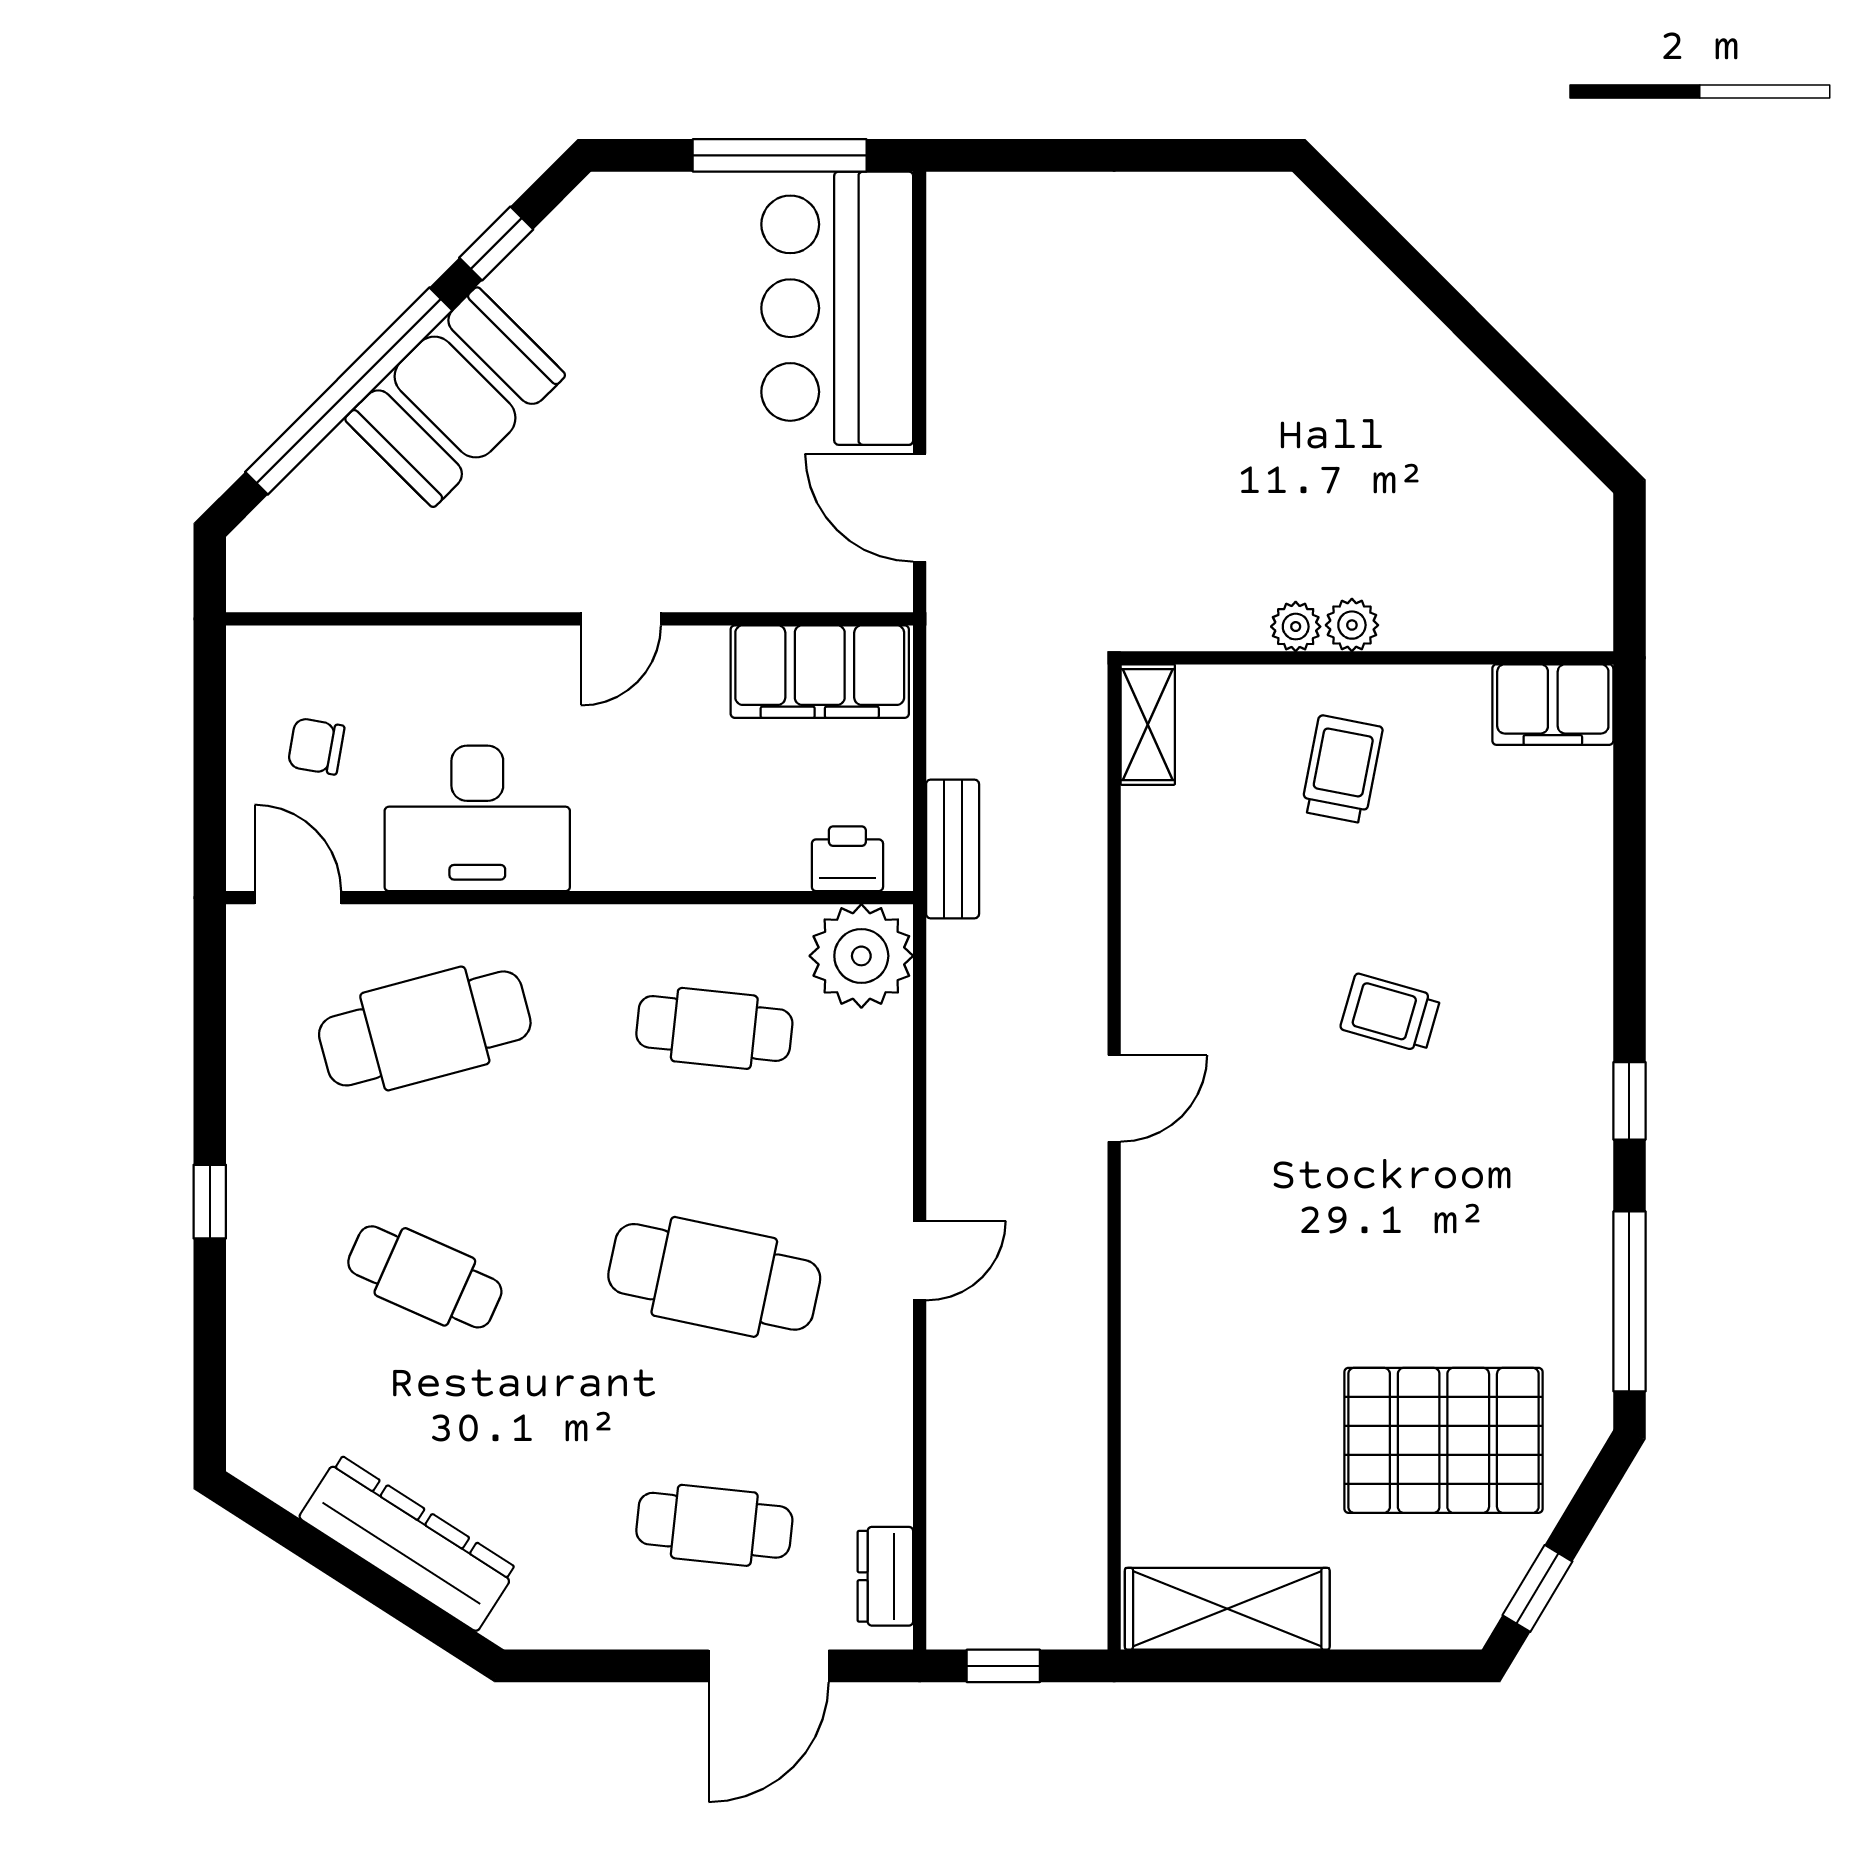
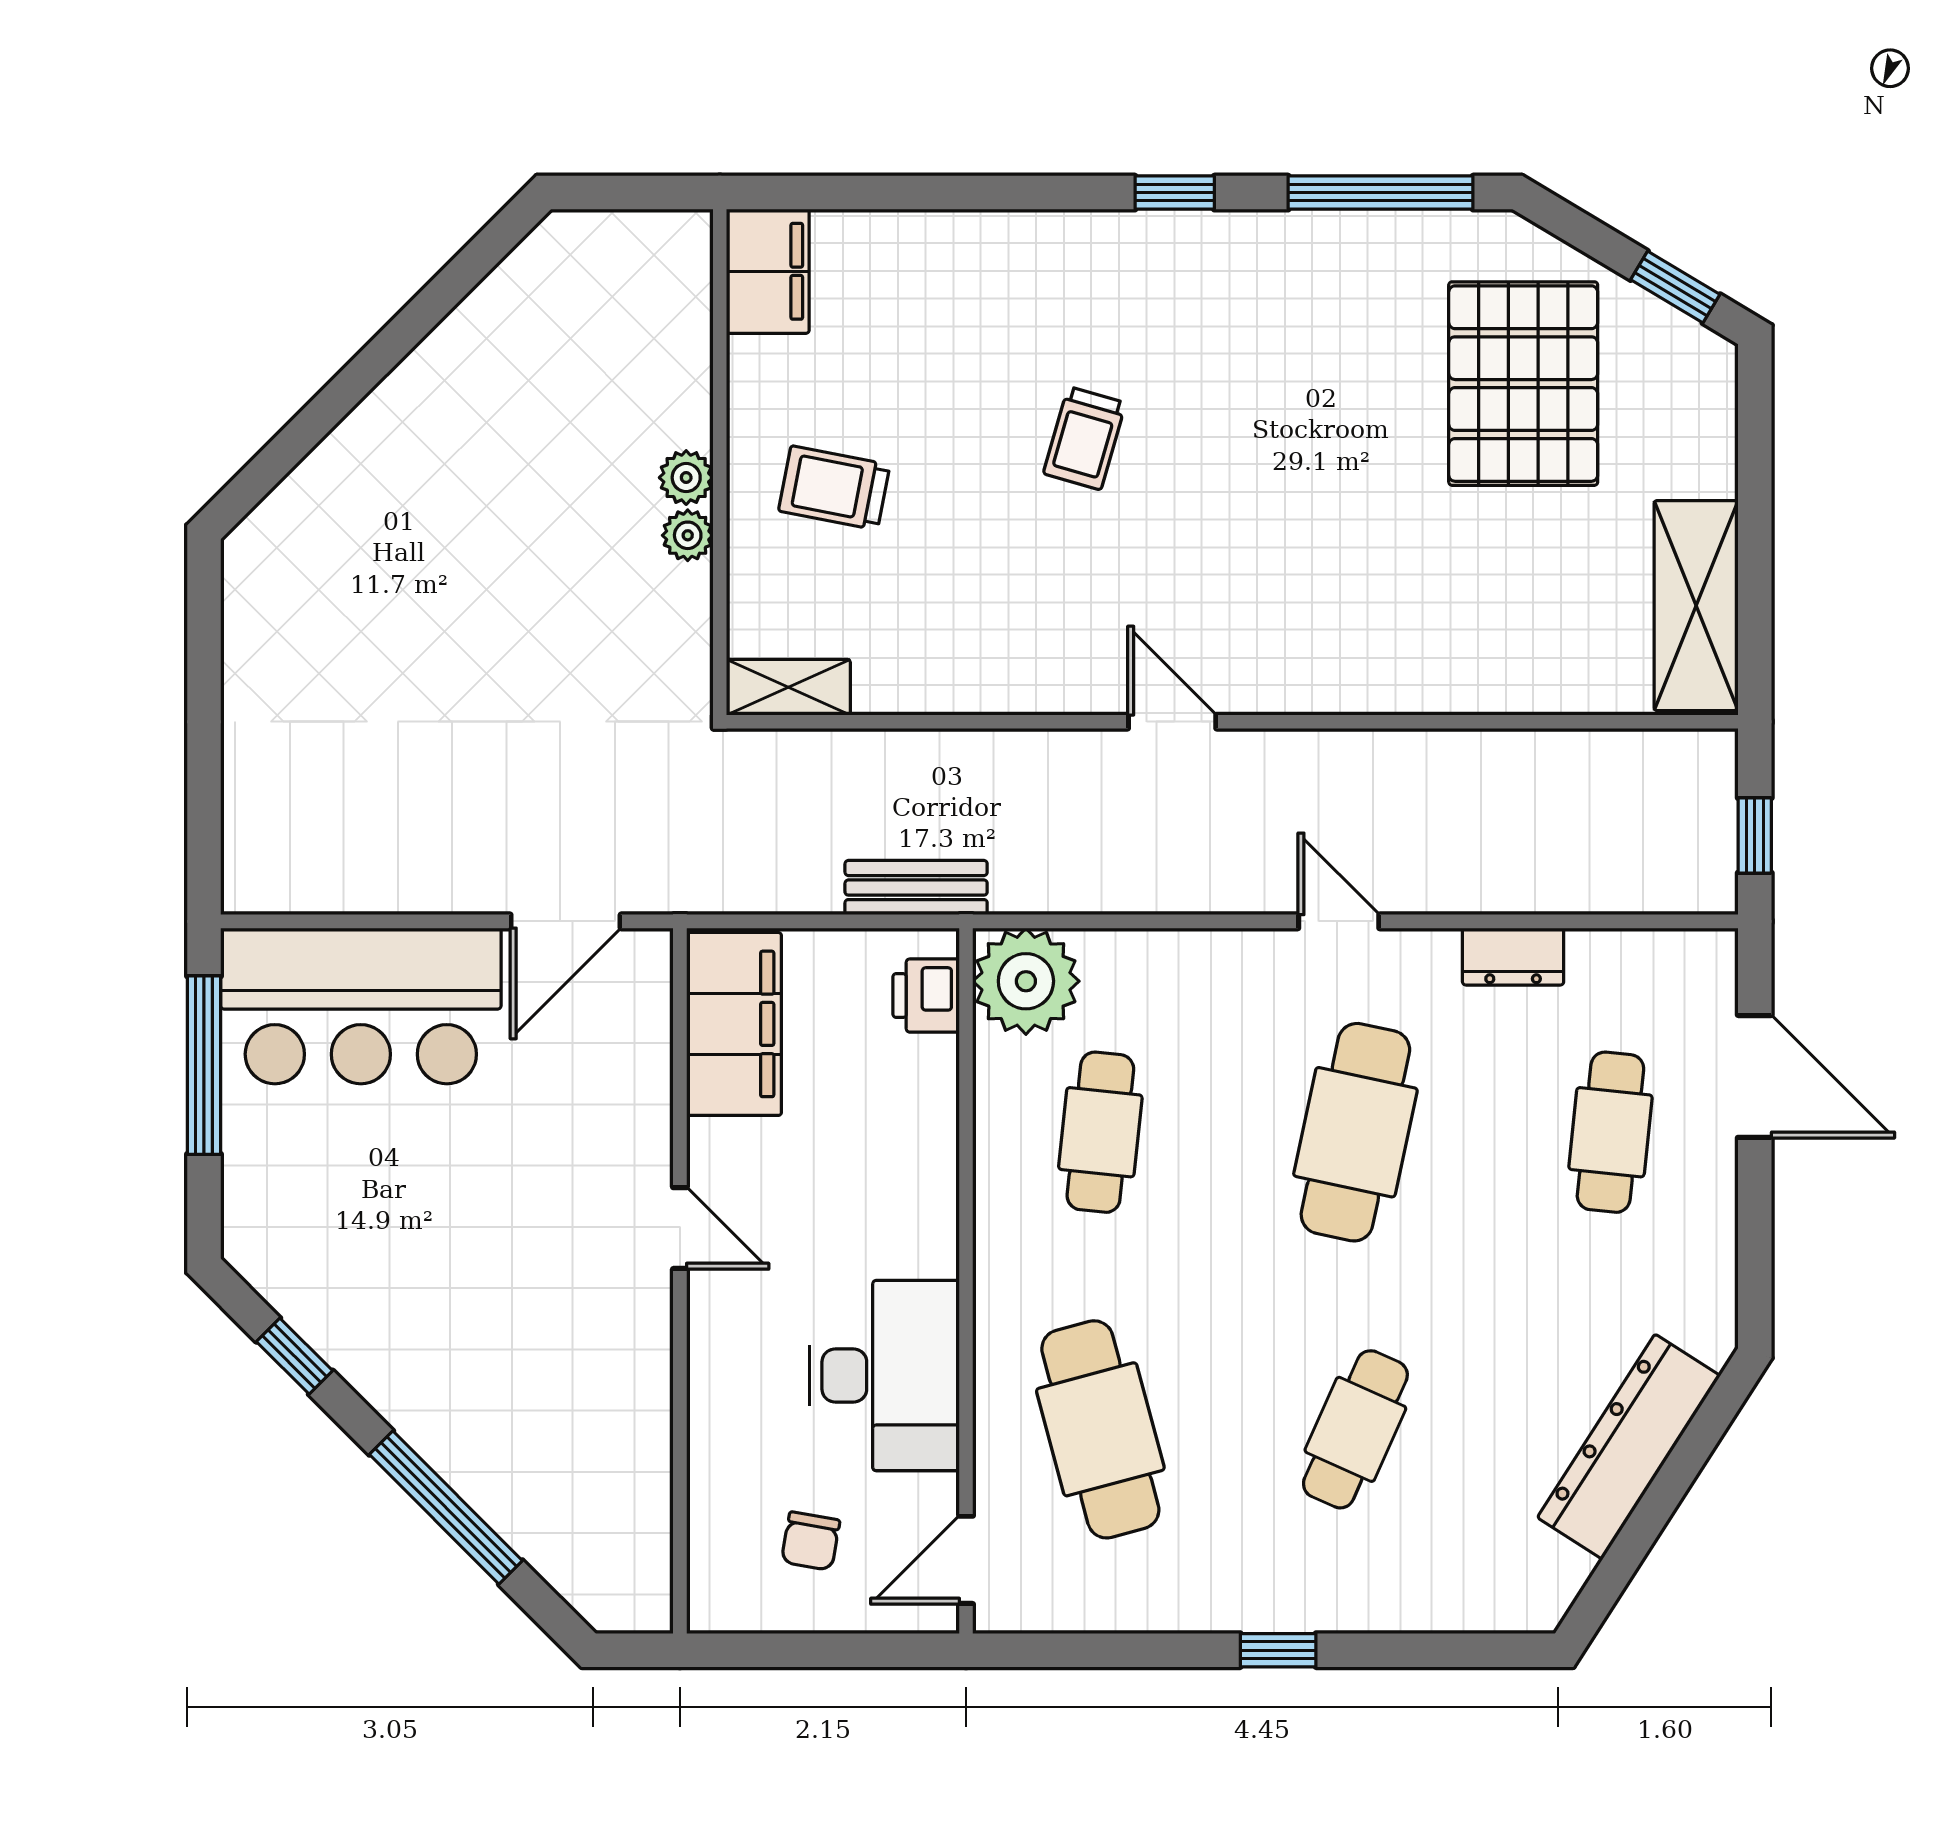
window: (349, 391) -> (446, 1508), width x0.68
booth: (455, 397) -> (452, 1398), removed
dresser: (885, 1576) -> (1513, 957), moved

